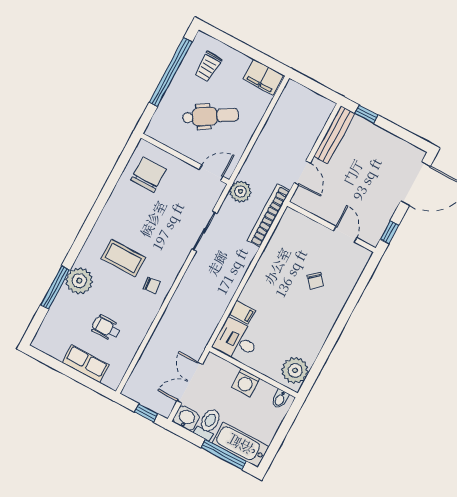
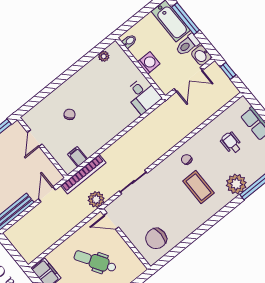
filing cabinet: (242, 312) -> (77, 157), moved
wheelchair: (106, 328) -> (231, 143), turned 180
plant: (295, 370) -> (104, 56), width x0.53, depth x0.53

